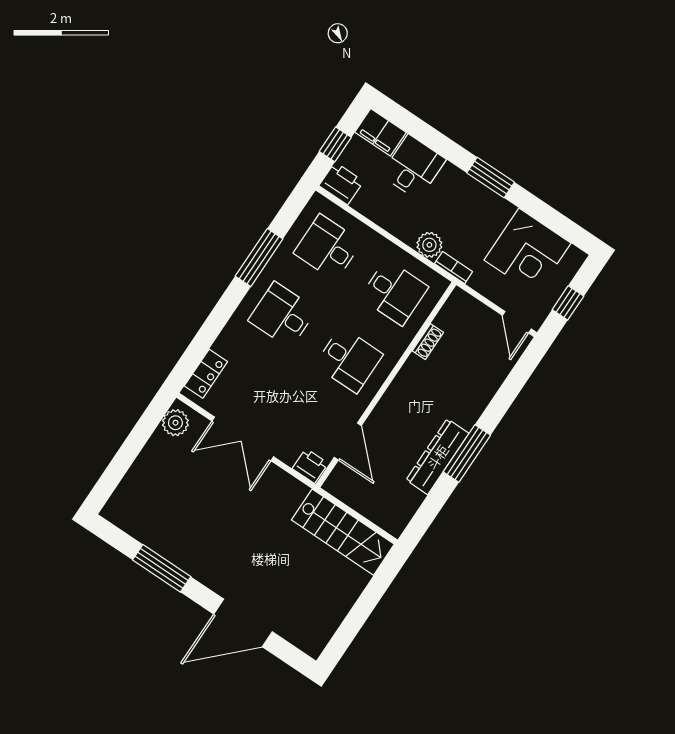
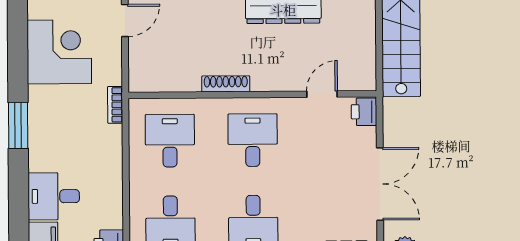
plant: (429, 245) -> (110, 138), removed
shoe rack: (428, 342) -> (226, 84), moved, width x1.43
door: (348, 441) -> (322, 94), width x0.73

